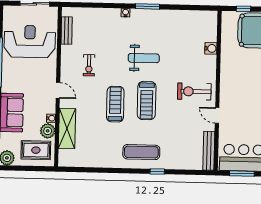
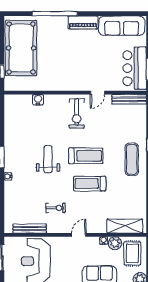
bench: (67, 31) -> (30, 229), width x1.36
shelving: (67, 128) -> (125, 226), moved

